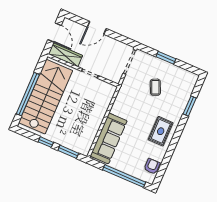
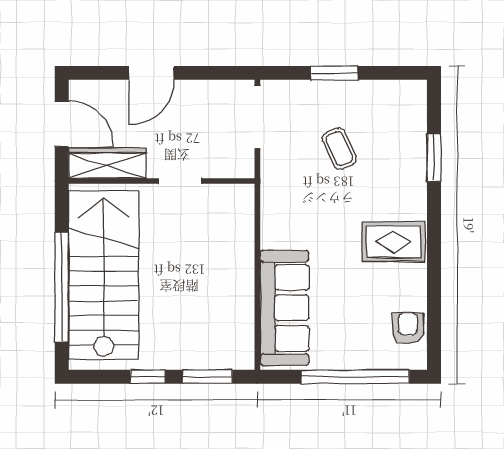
rug: (161, 131) -> (394, 242), turned 90

